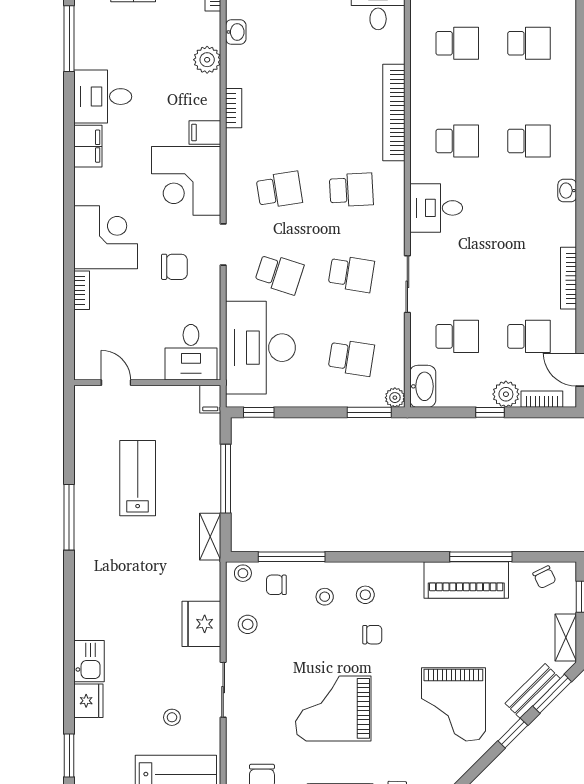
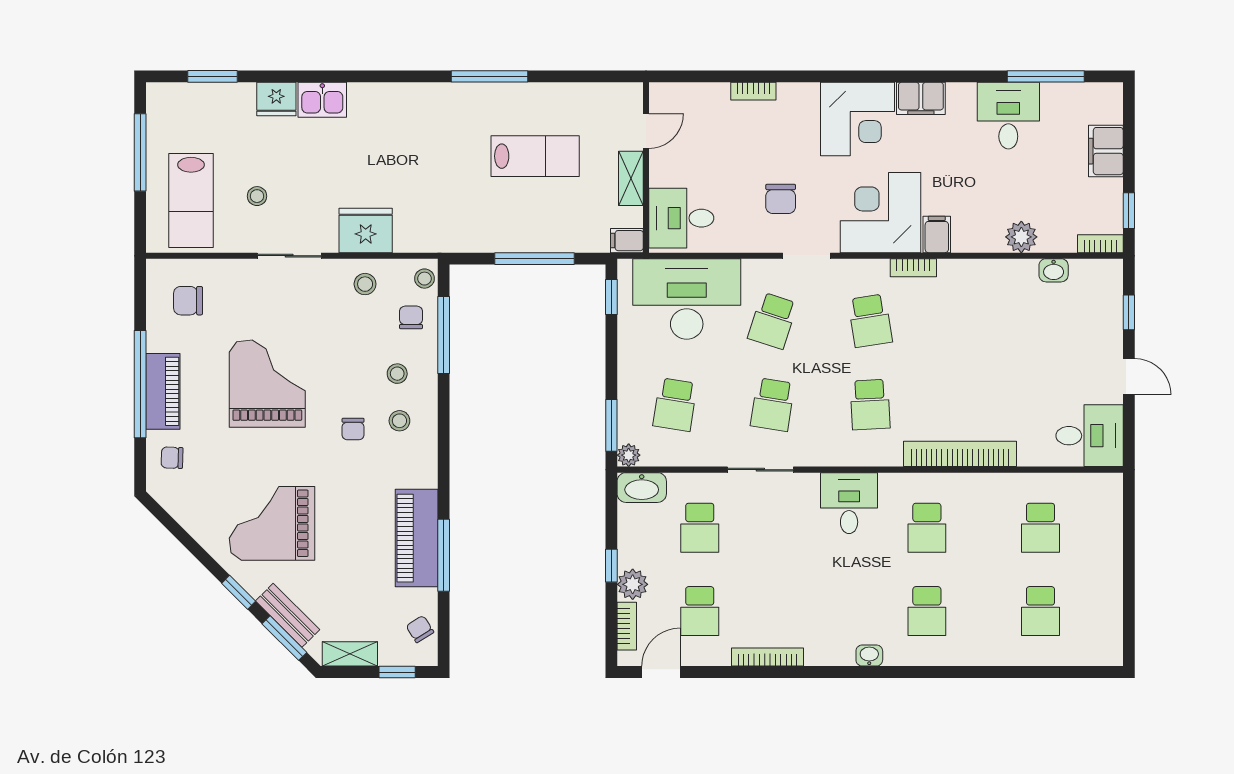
desk: (103, 97) -> (1008, 116), moved
bookcase: (234, 108) -> (913, 268), moved
corner desk: (106, 237) -> (857, 119), moved
shelving: (210, 537) -> (631, 178), moved, turned 90
chair: (544, 577) -> (420, 629), turned 84

